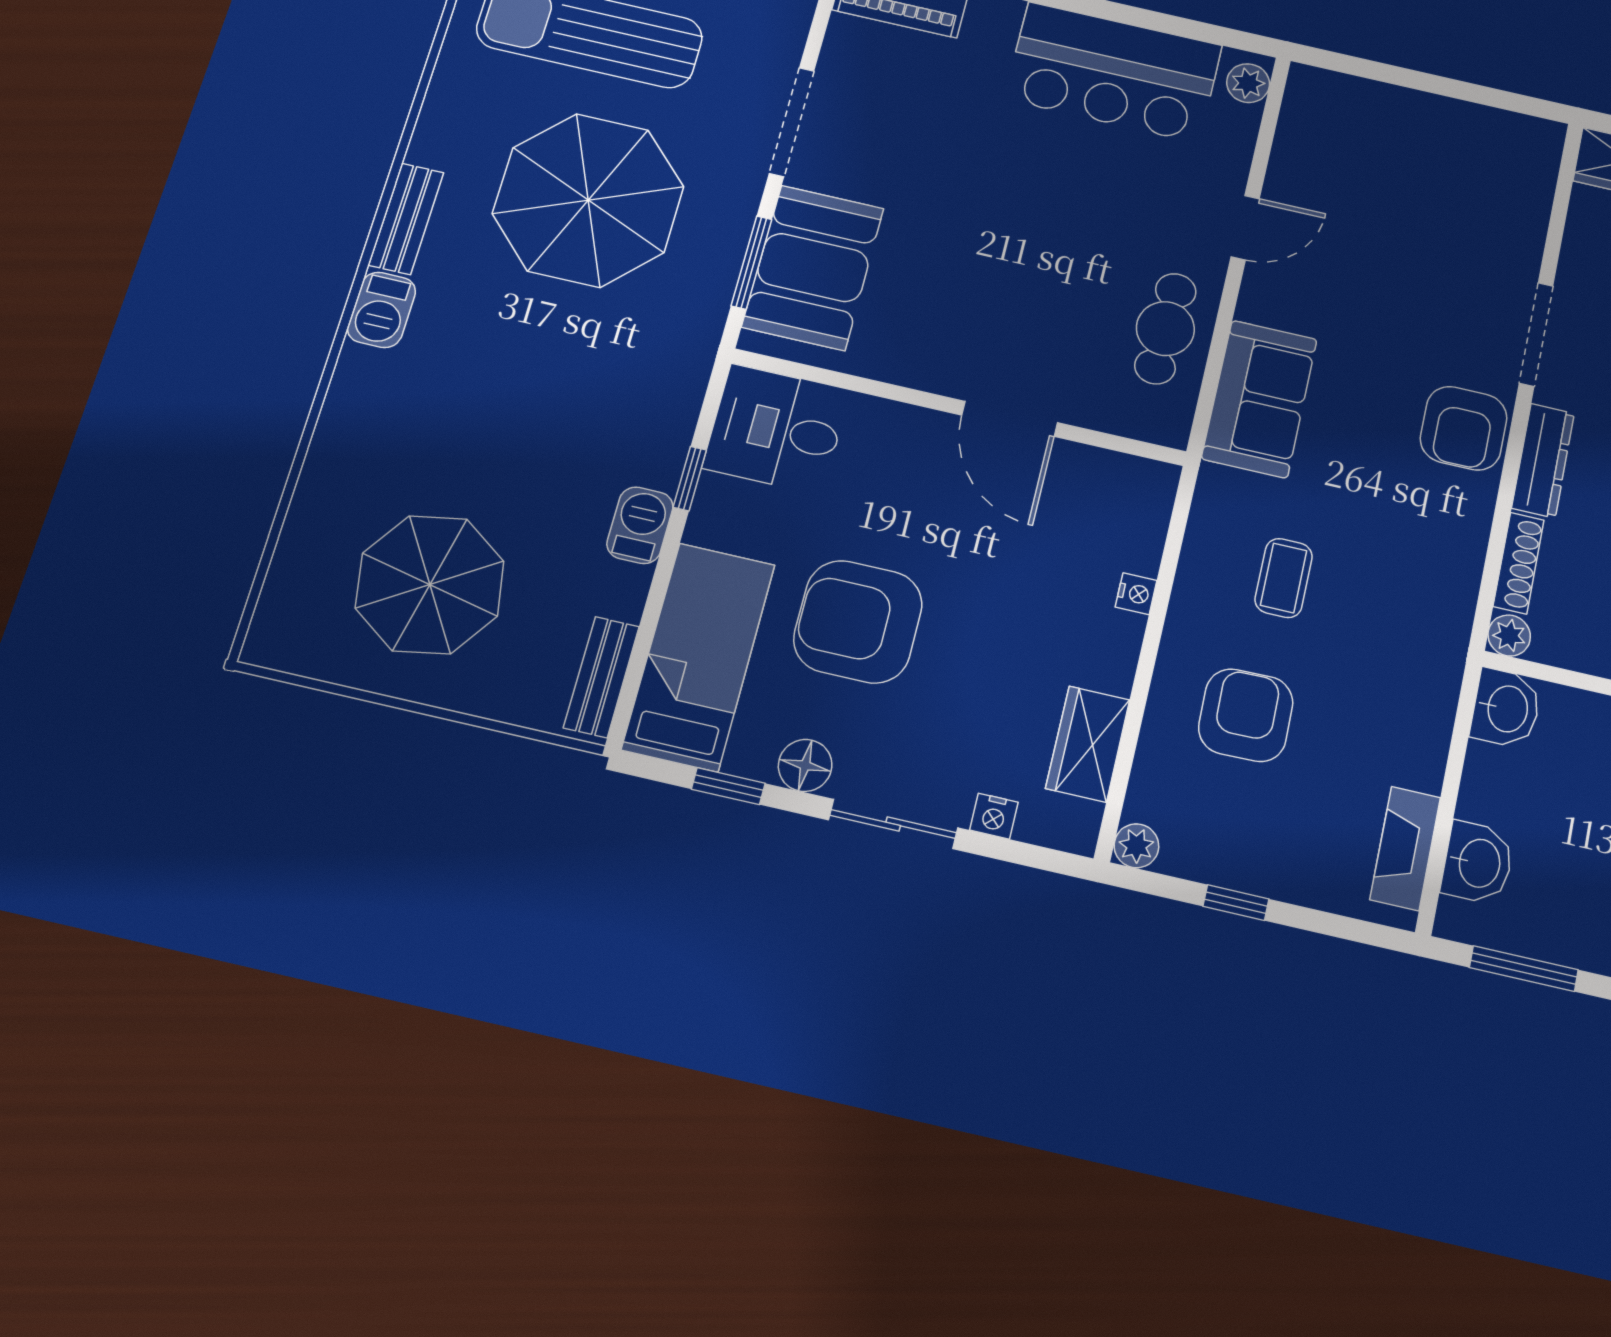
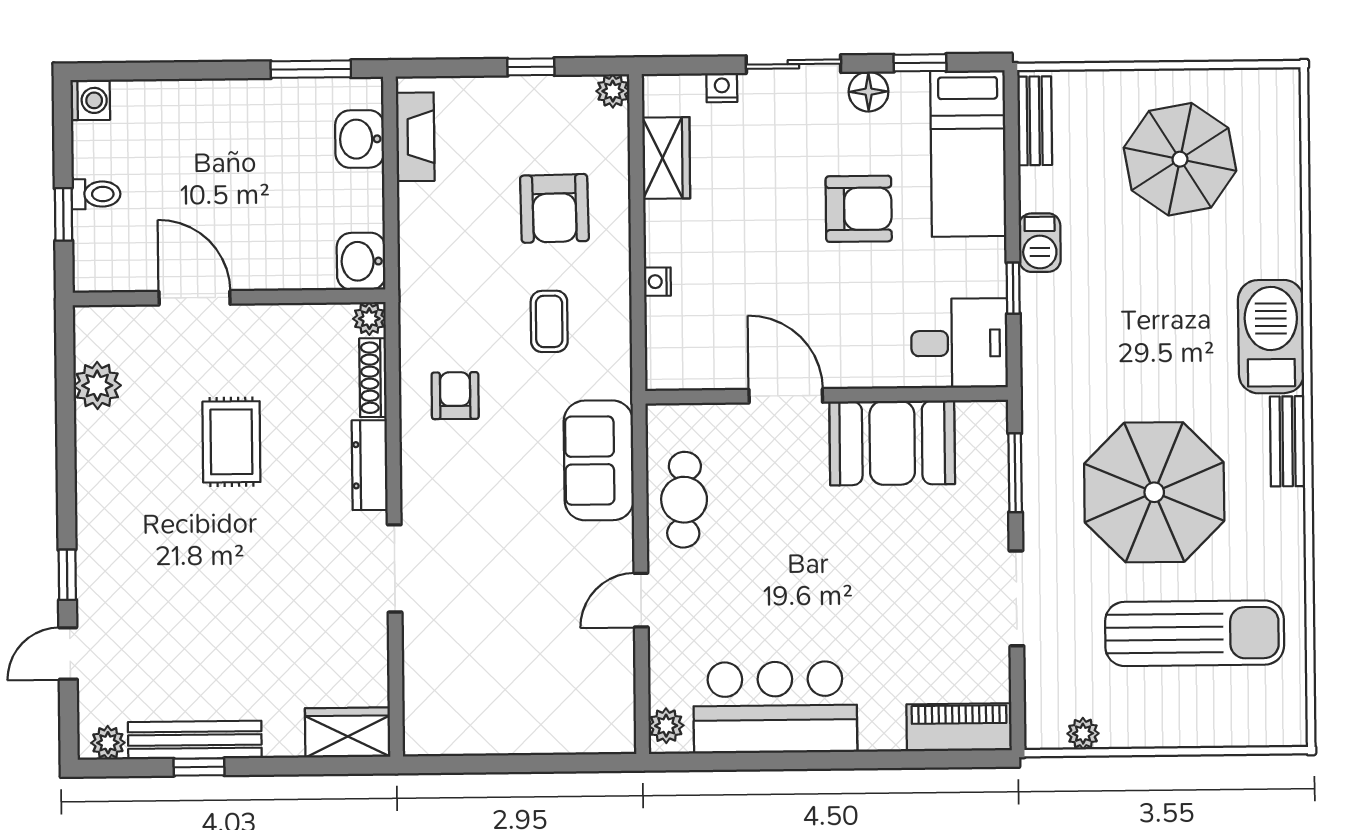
booth: (813, 268) -> (892, 443), moved, turned 90
barbecue: (381, 310) -> (1271, 337), width x1.88, depth x1.53
armchair: (1464, 428) -> (455, 396), moved, width x0.72, depth x0.72
armchair: (858, 622) -> (859, 209), width x0.73, depth x0.73

